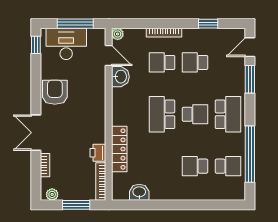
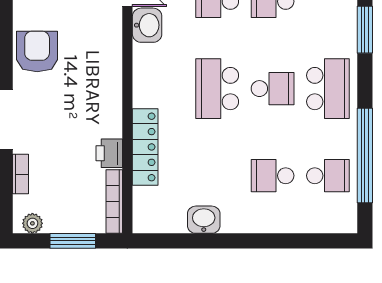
washbasin: (139, 192) -> (204, 220), moved

